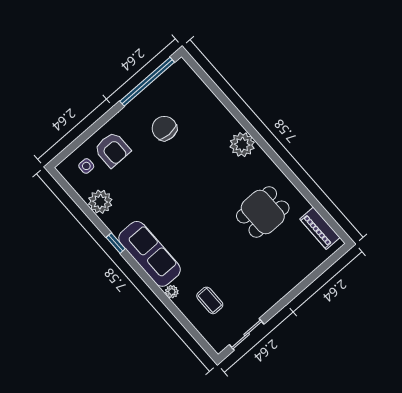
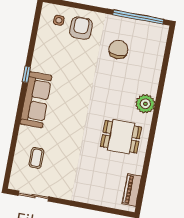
armchair: (112, 150) -> (81, 28), turned 180
plant: (100, 202) -> (44, 46), removed
dining table: (263, 212) -> (121, 137), moved
plant: (172, 292) -> (24, 131), removed

